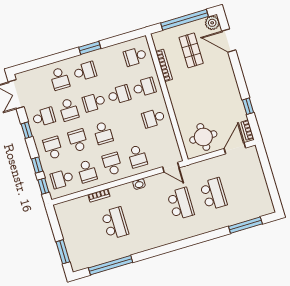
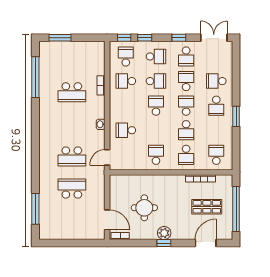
plant: (212, 23) -> (164, 233), moved
window: (248, 106) -> (164, 243), moved
school desk: (69, 110) -> (186, 81), turned 90
school desk: (103, 133) -> (156, 106), turned 90
round table: (203, 137) -> (144, 208), moved
school desk: (112, 164) -> (126, 106), removed
school desk: (213, 194) -> (72, 189), turned 180

